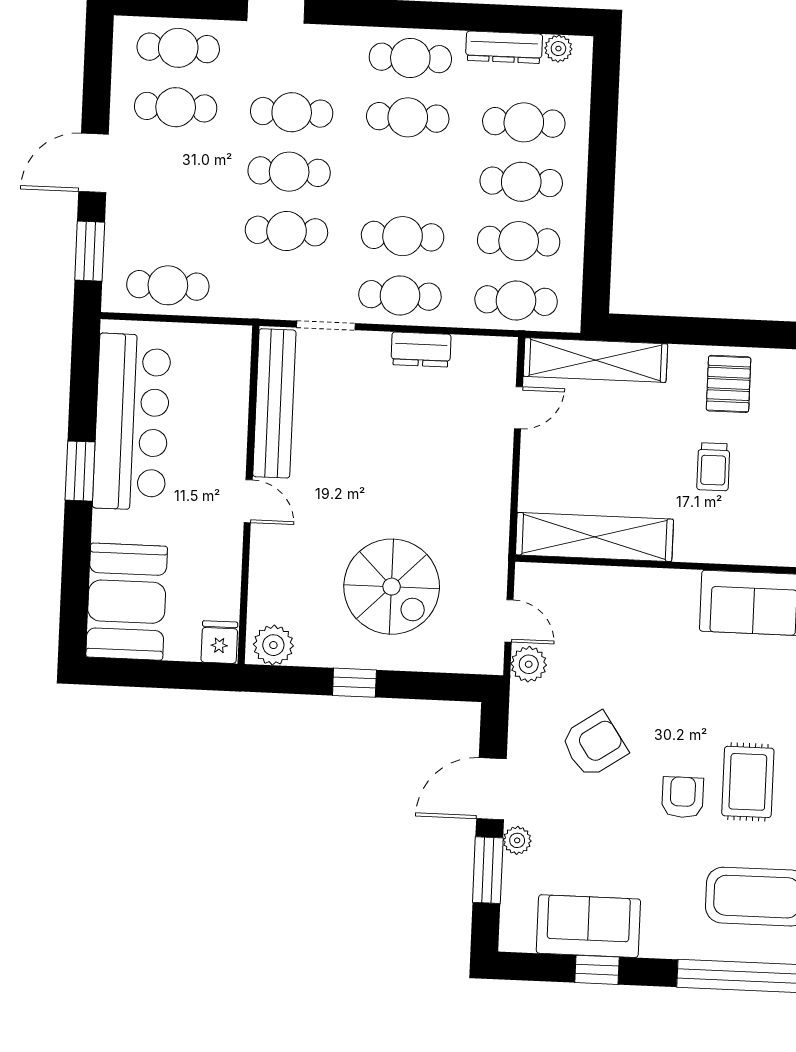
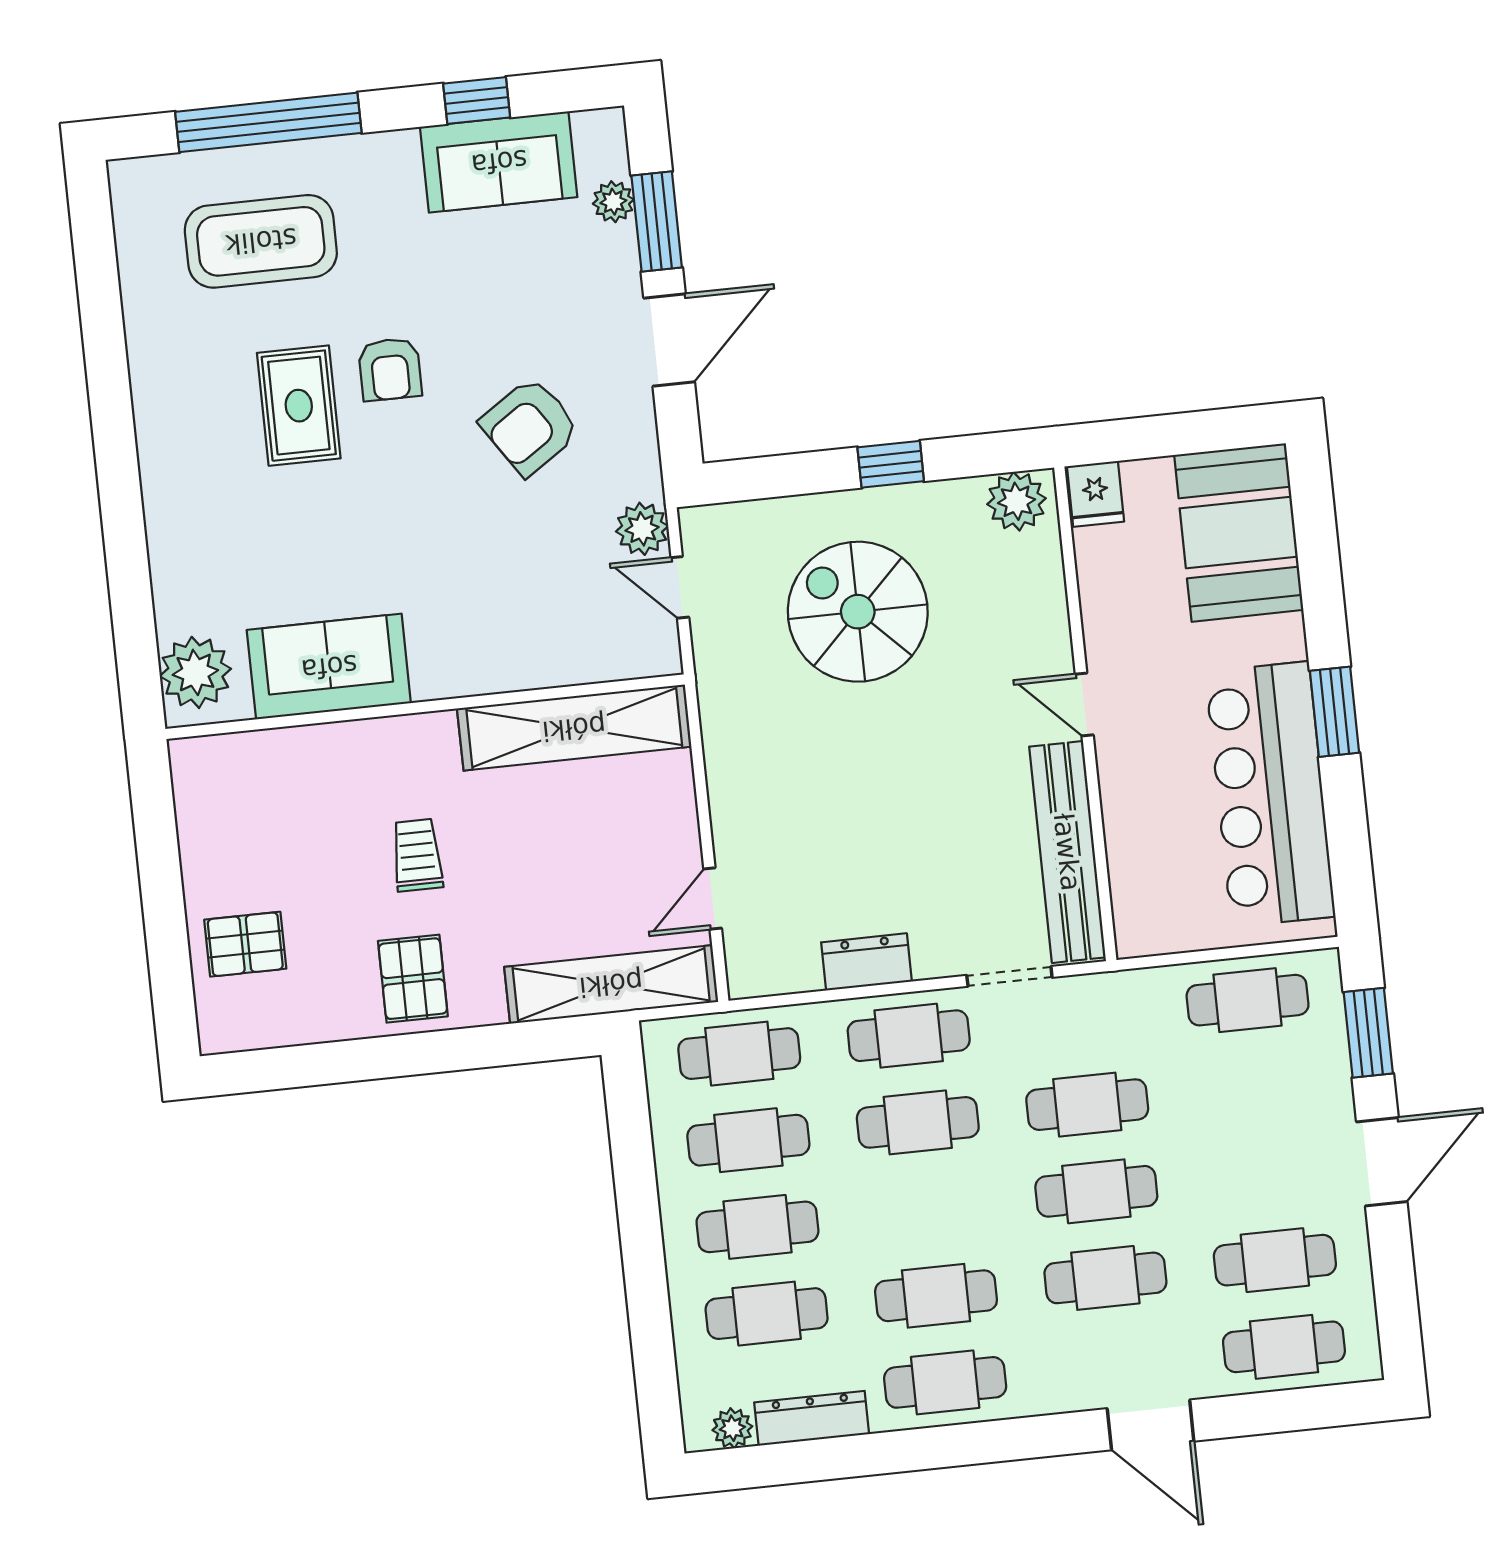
plant: (517, 840) -> (613, 202), moved

